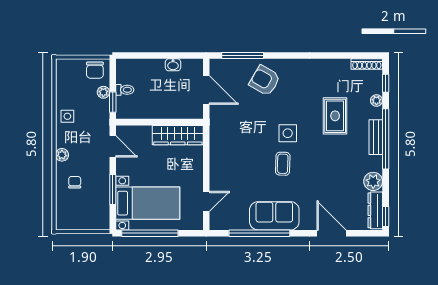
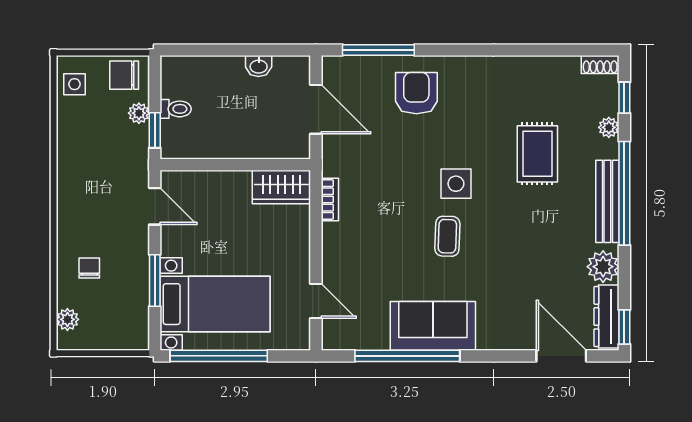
shoe rack: (367, 64) -> (600, 65), width x0.70
chair: (95, 70) -> (124, 75), turned 90
armchair: (265, 81) -> (416, 93), turned 60
side table: (67, 116) -> (74, 84), moved
wardrobe: (178, 135) -> (281, 187), width x0.67
bench: (376, 137) -> (607, 201), width x1.36
bookcase: (214, 142) -> (330, 199), added
plant: (62, 155) -> (67, 319), moved
door: (206, 201) -> (316, 301), hinge flipped
door: (331, 233) -> (561, 356), moved

